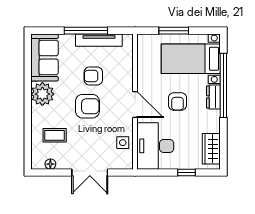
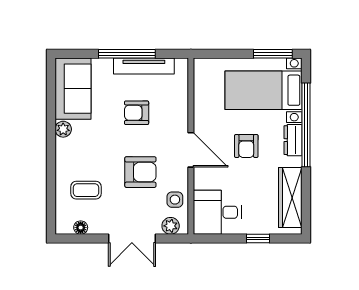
window: (174, 31) -> (273, 54), moved
plant: (42, 94) -> (63, 129), width x0.53, depth x0.53
armchair: (87, 106) -> (140, 172), moved
desk: (155, 146) -> (217, 212), width x0.73
wardrobe: (211, 149) -> (290, 198), width x1.50
plant: (119, 163) -> (171, 226), added

